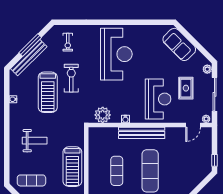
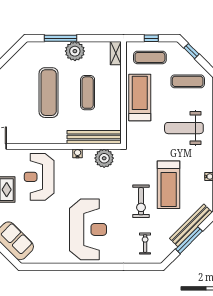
reception desk: (116, 54) -> (88, 229), turned 180
treadmill: (48, 92) -> (169, 185), turned 180
bench: (142, 133) -> (94, 137), moved
weight bench: (35, 141) -> (184, 128), width x1.36, depth x1.33

